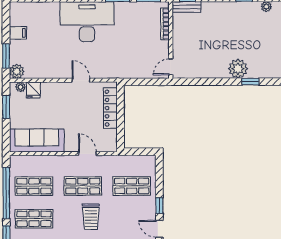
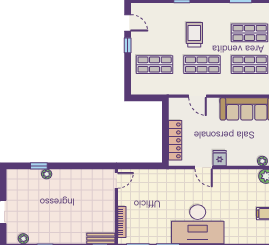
plant: (238, 69) -> (47, 174), width x0.53, depth x0.53
fridge: (33, 90) -> (220, 158), moved

